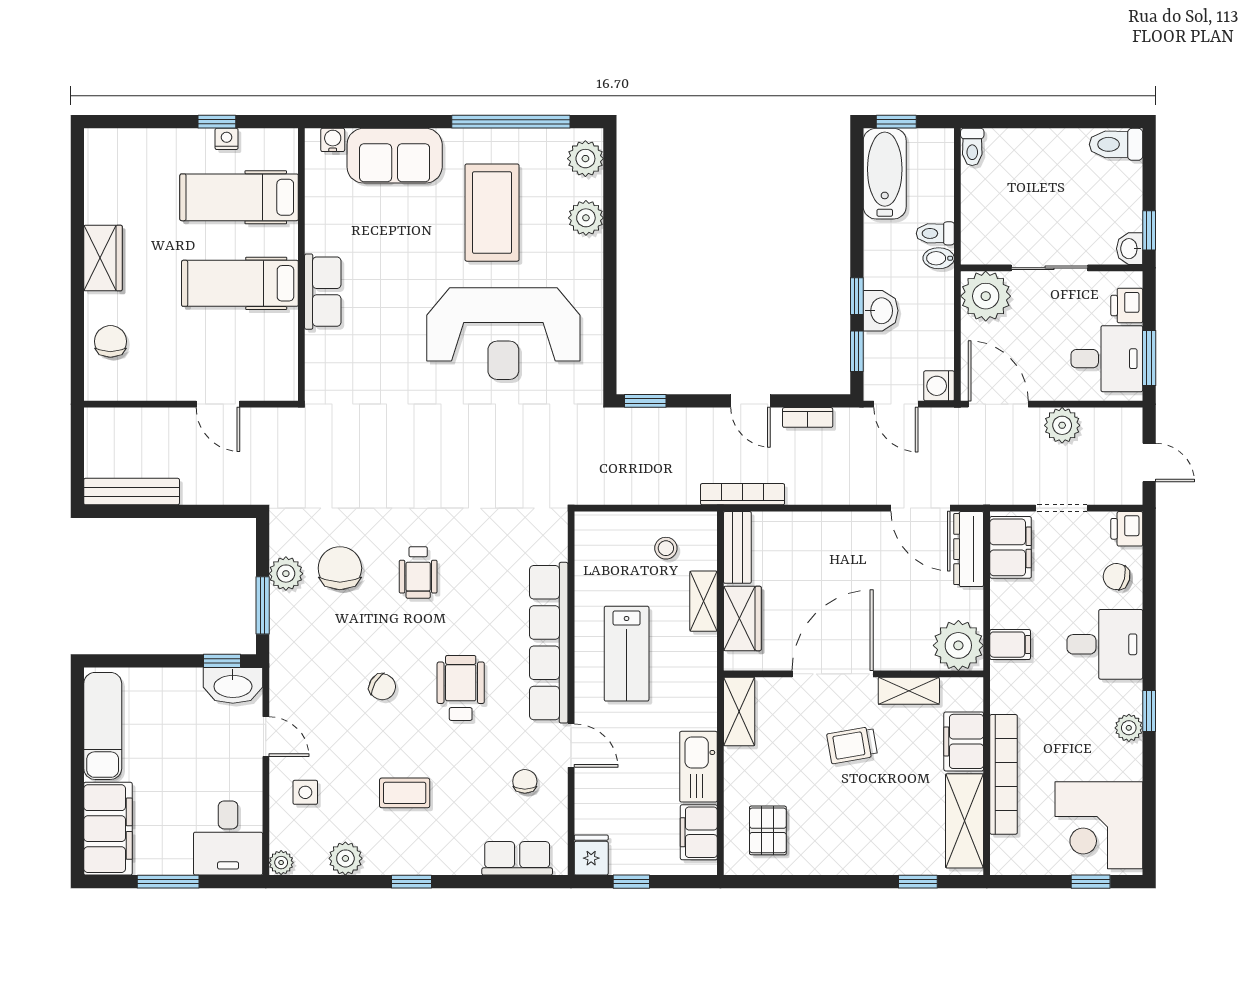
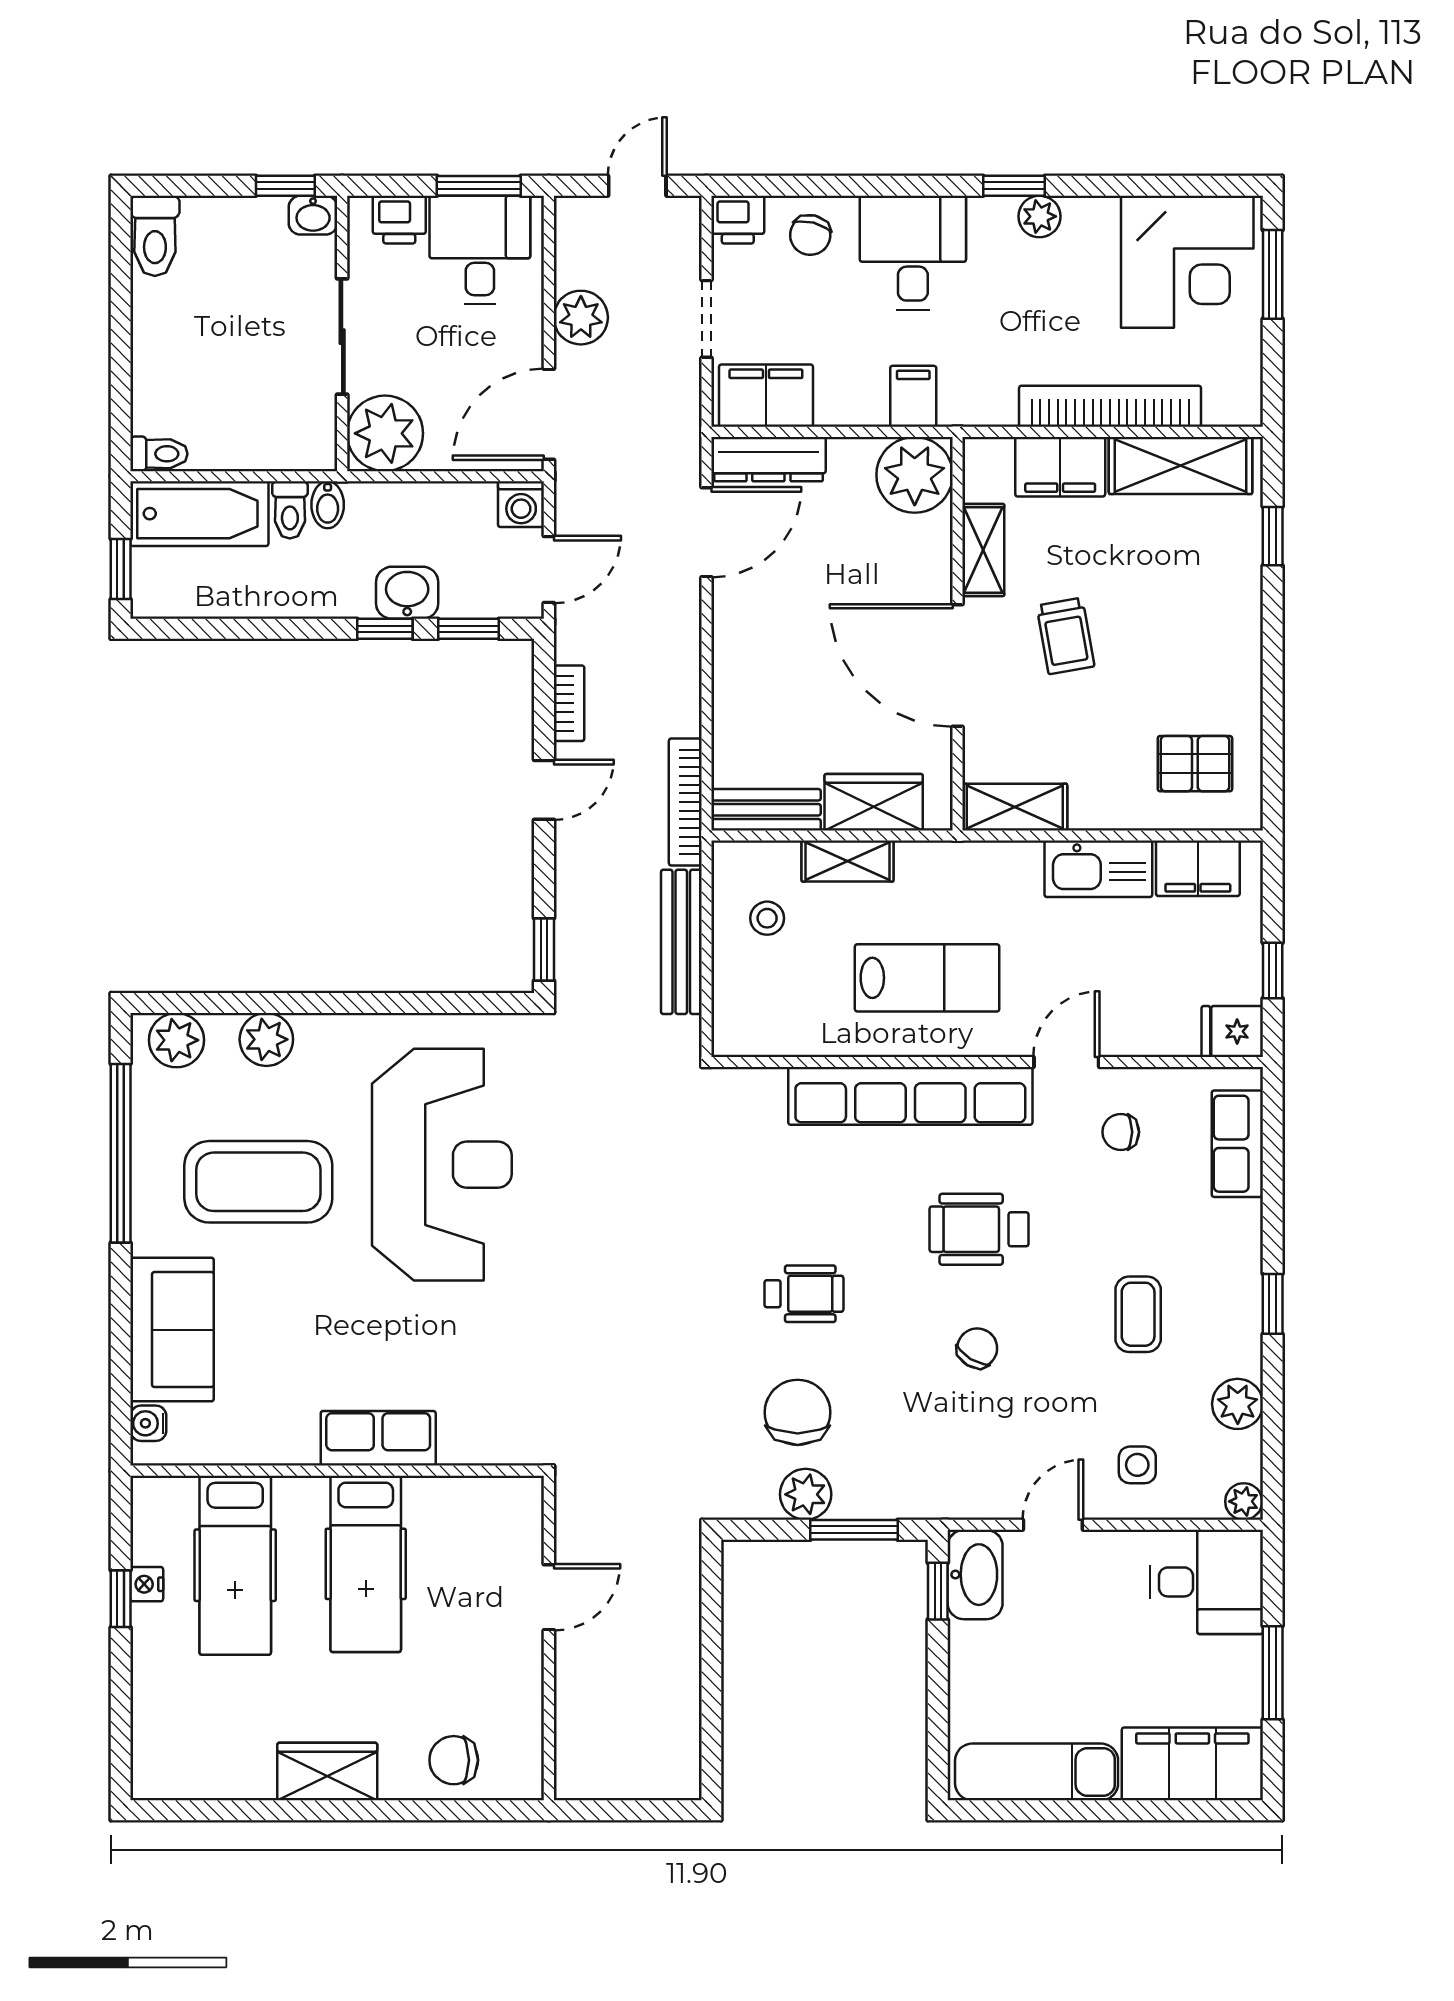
bathtub: (885, 174) -> (199, 514), moved, turned 180
bench: (132, 492) -> (681, 942), moved
chair: (340, 568) -> (798, 1412), turned 90
window: (1091, 882) -> (1273, 274), width x1.50

